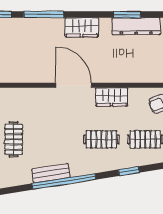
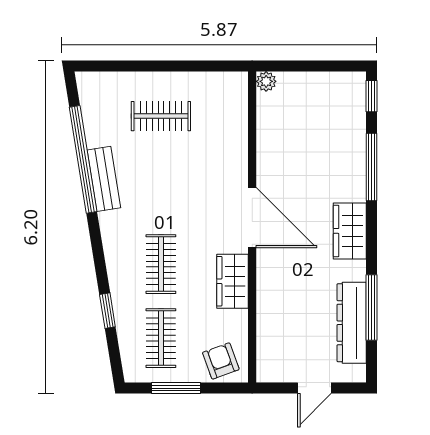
window: (127, 14) -> (372, 308), width x1.44
door: (74, 85) -> (252, 218), hinge flipped
window: (64, 181) -> (83, 159), moved

